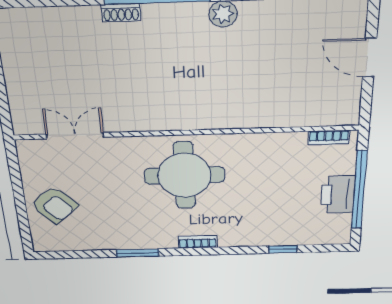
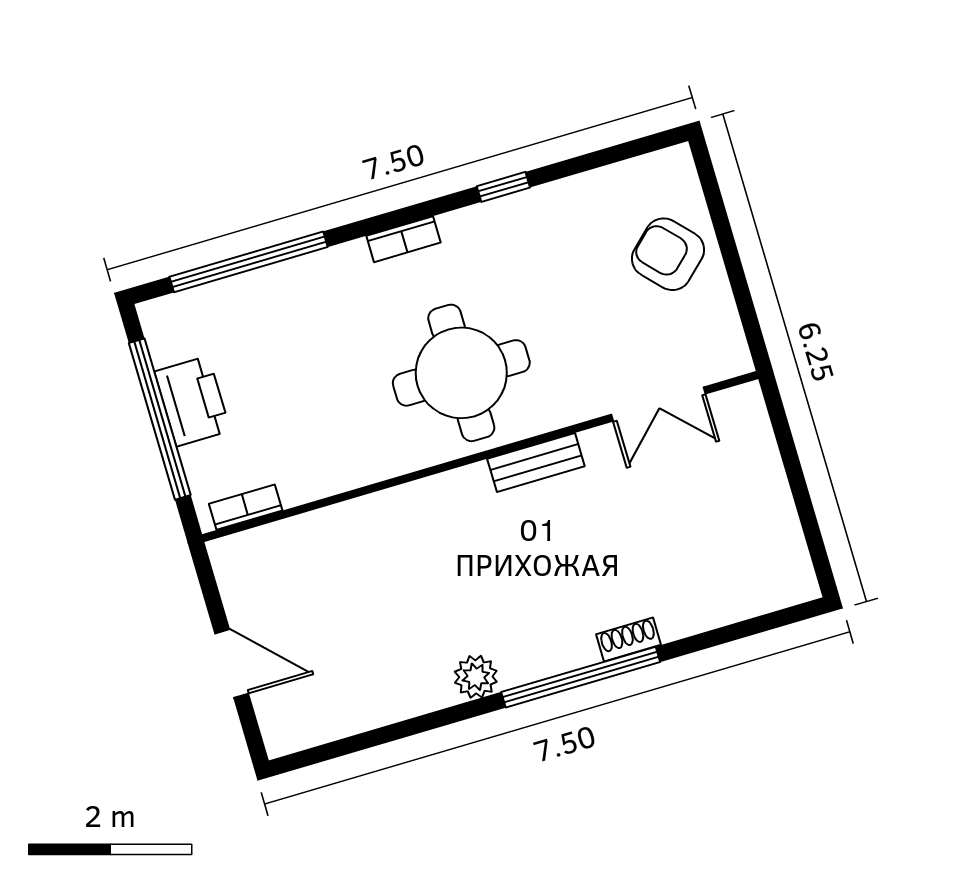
bench: (154, 122) -> (536, 463), added
window: (283, 249) -> (249, 262), width x3.17
window: (137, 253) -> (503, 187), width x0.67

